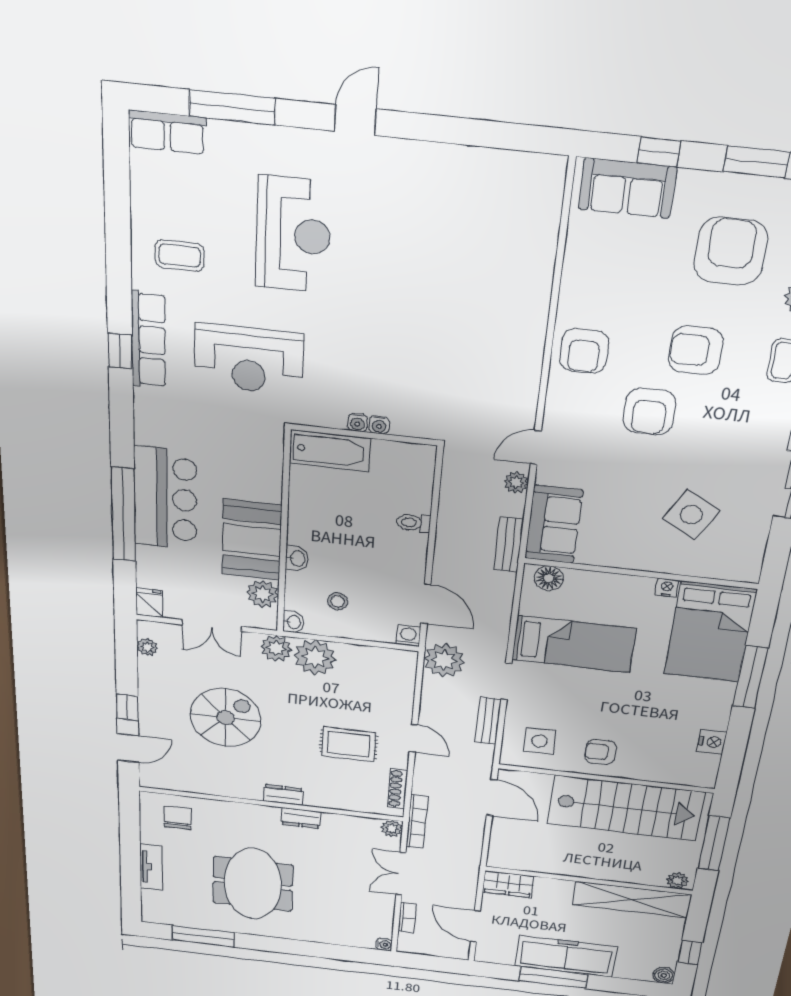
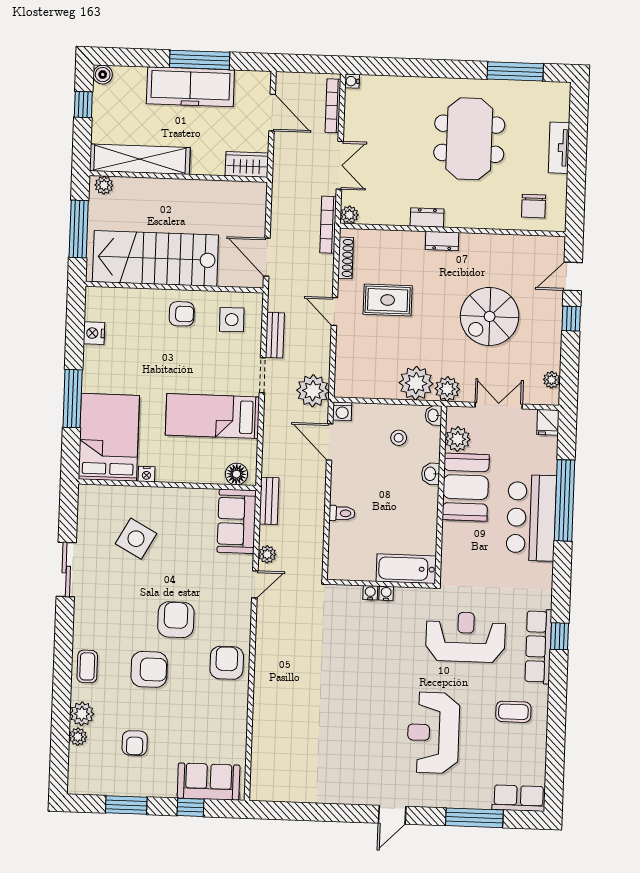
armchair: (731, 251) -> (135, 743), width x0.53, depth x0.53
bookcase: (407, 918) -> (333, 106), width x1.56

